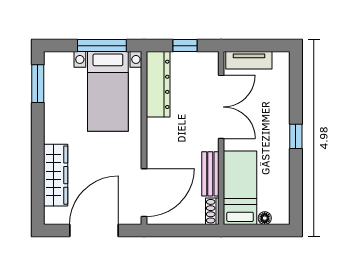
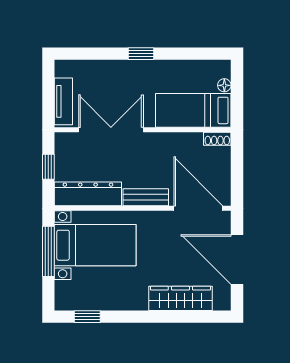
window: (38, 84) -> (87, 317), width x0.67
bench: (210, 174) -> (146, 197), moved

